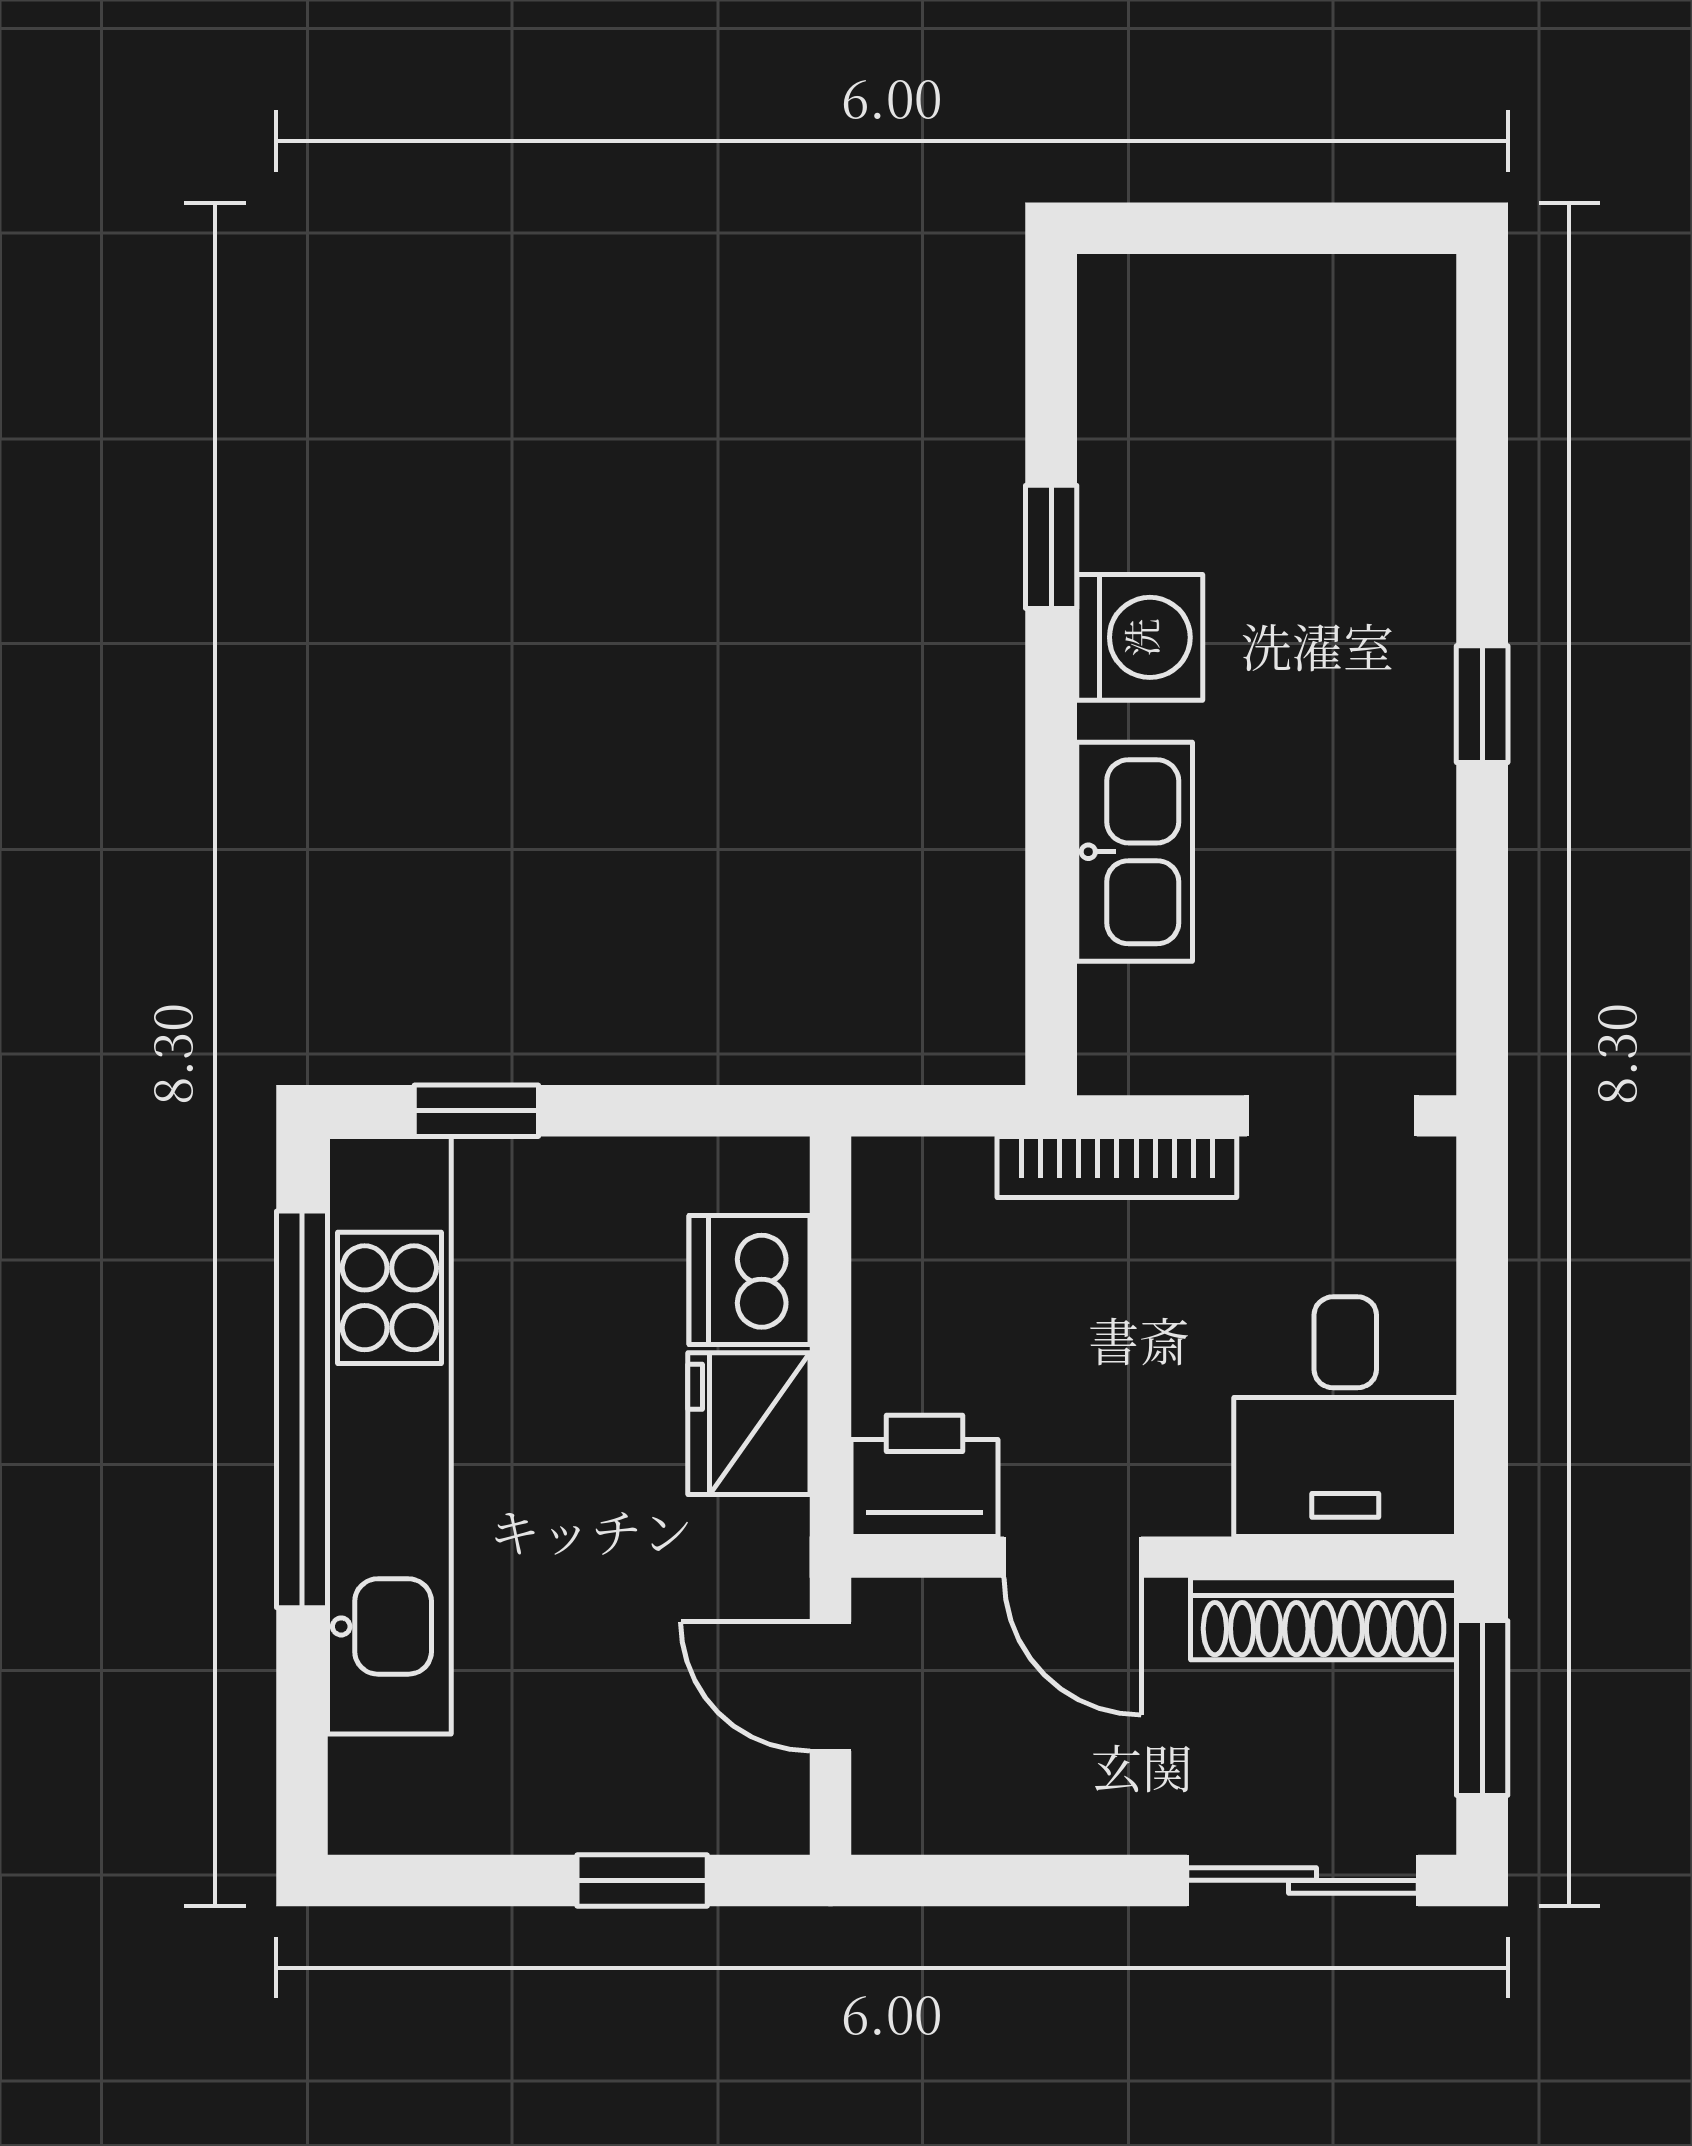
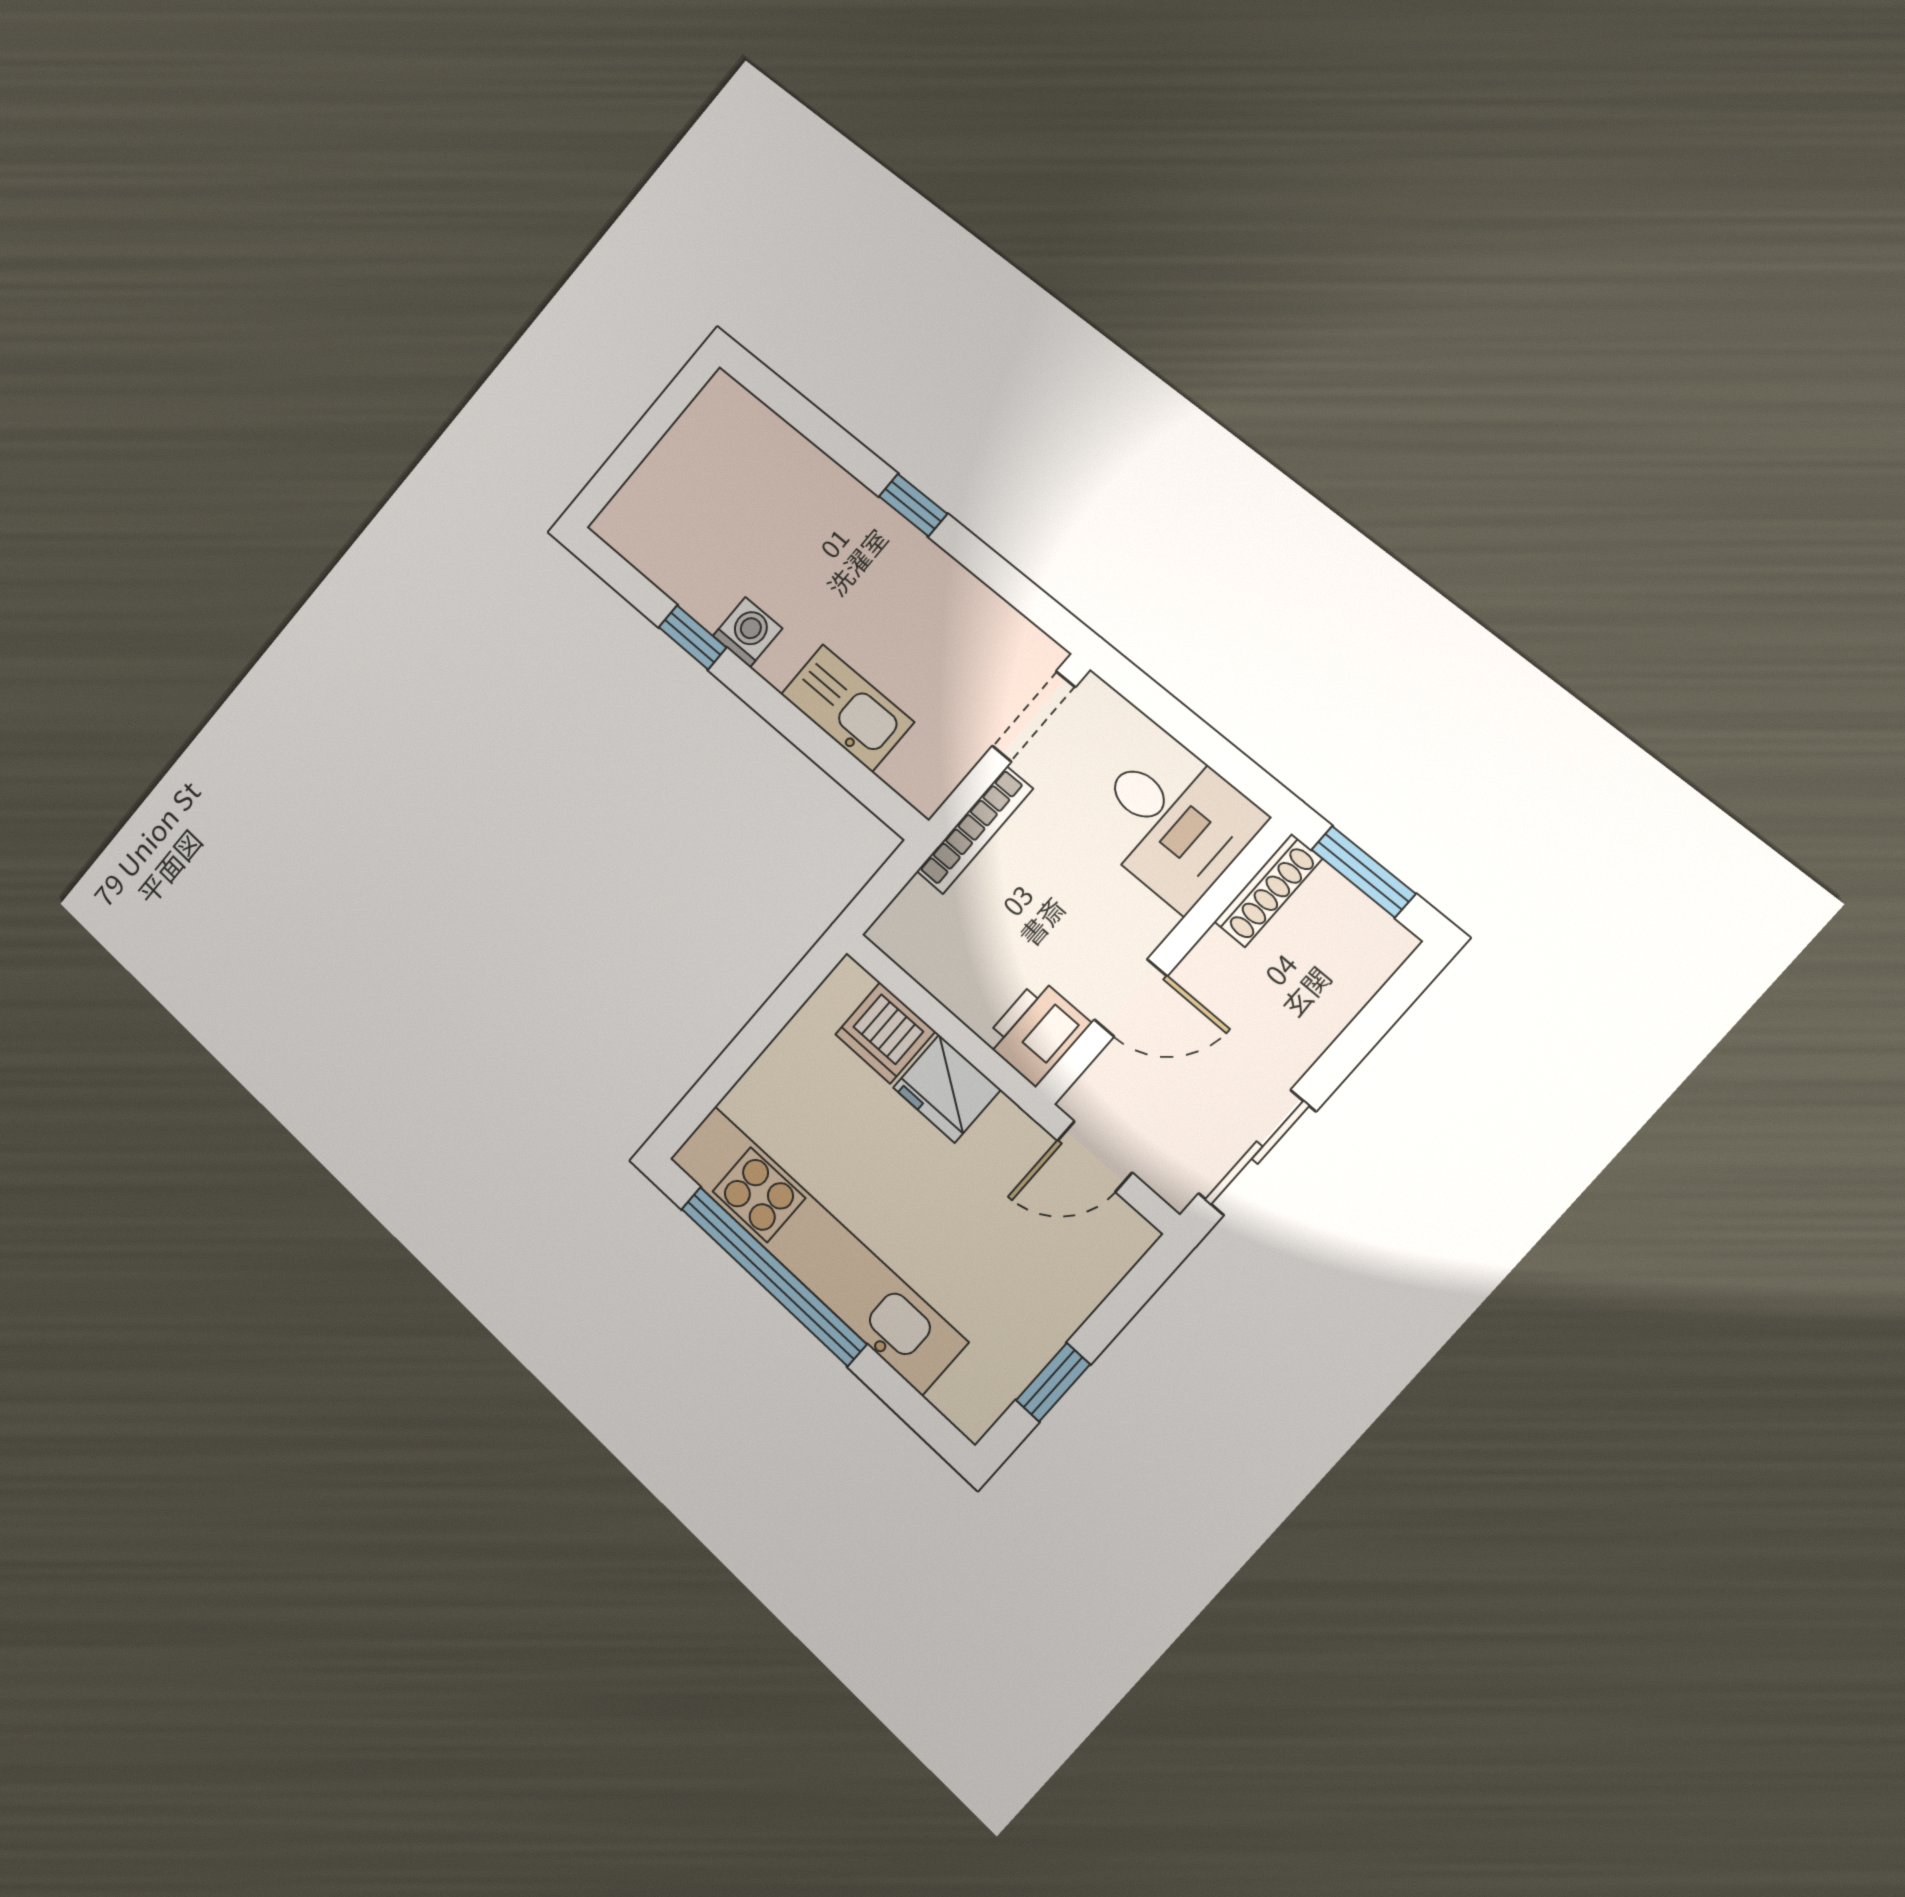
washing machine: (1140, 637) -> (748, 632), width x0.73, depth x0.73
window: (476, 1111) -> (714, 1086), removed
shoe rack: (1324, 1619) -> (1268, 890), width x0.74, depth x0.81
window: (642, 1880) -> (1053, 1382), moved
sliding door: (1302, 1880) -> (1257, 1153), moved

